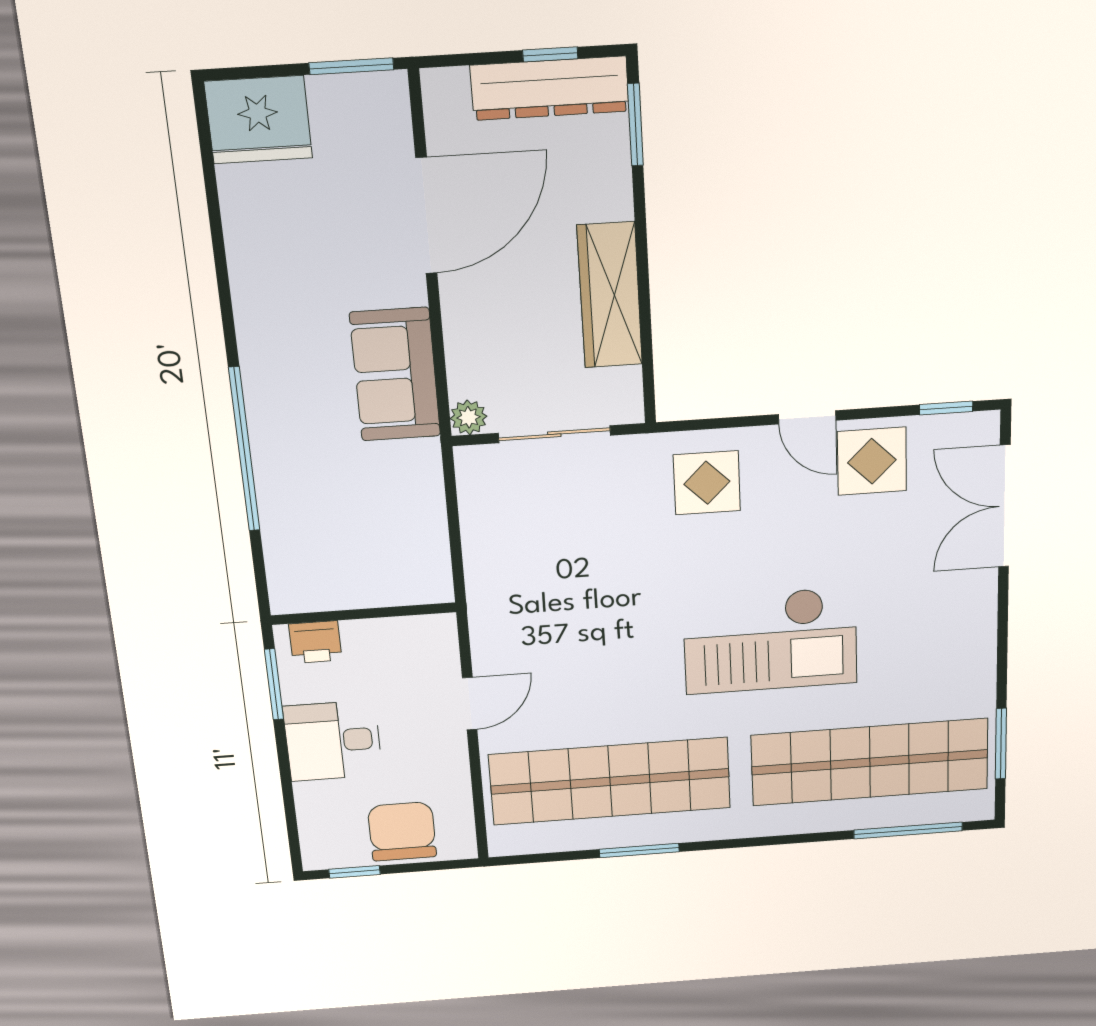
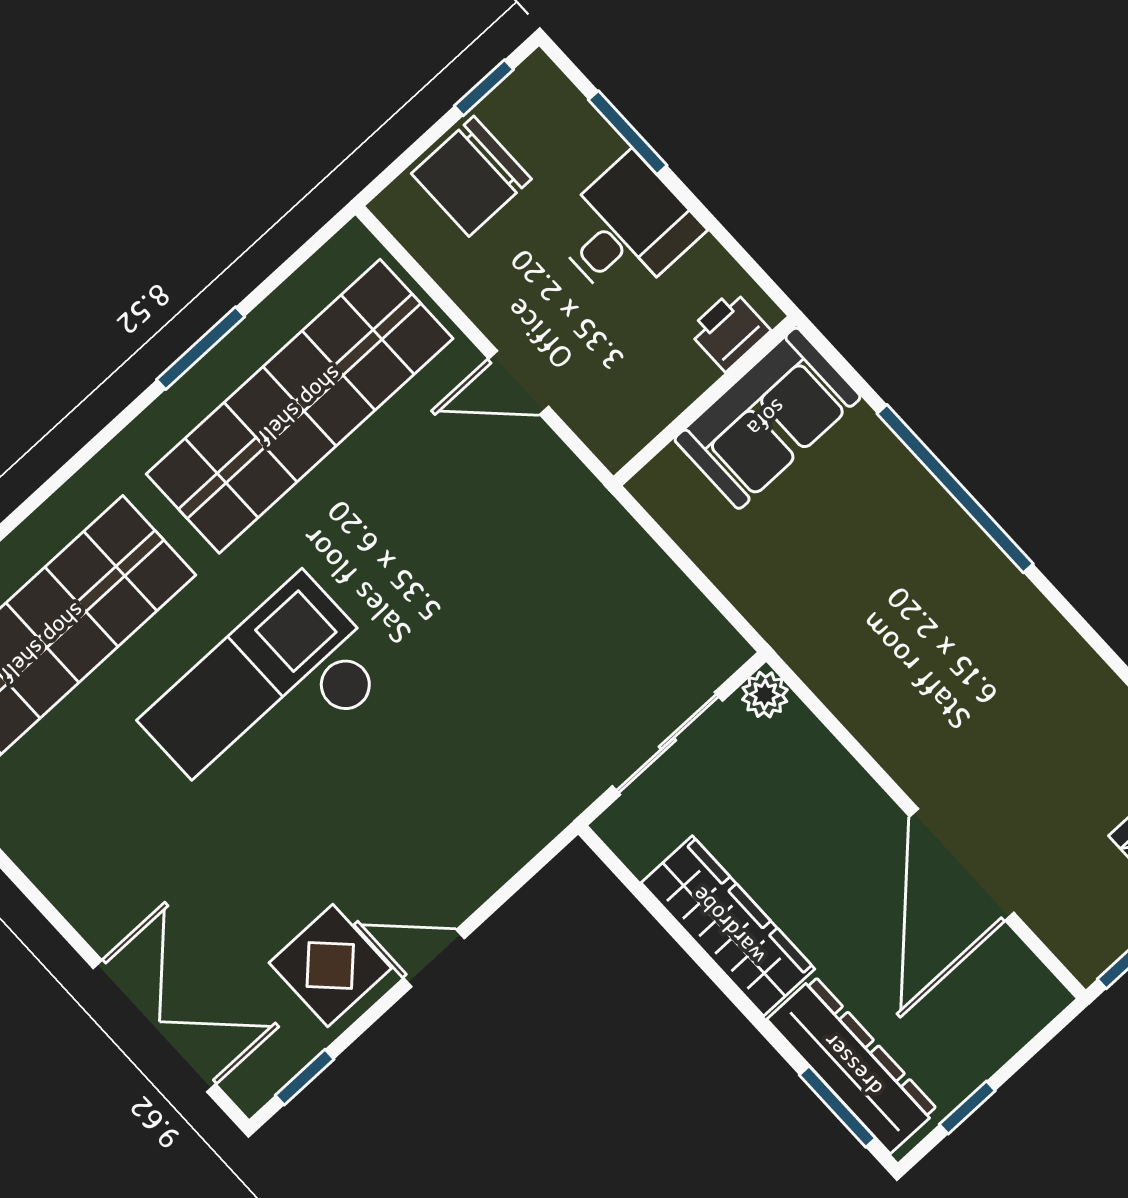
dresser: (550, 88) -> (852, 1065), moved, turned 90
sofa: (395, 375) -> (767, 418), moved, turned 90
display table: (707, 483) -> (476, 813), removed
window: (274, 684) -> (628, 133), moved
door: (470, 704) -> (518, 383), hinge flipped
chair: (402, 831) -> (471, 176), turned 90

